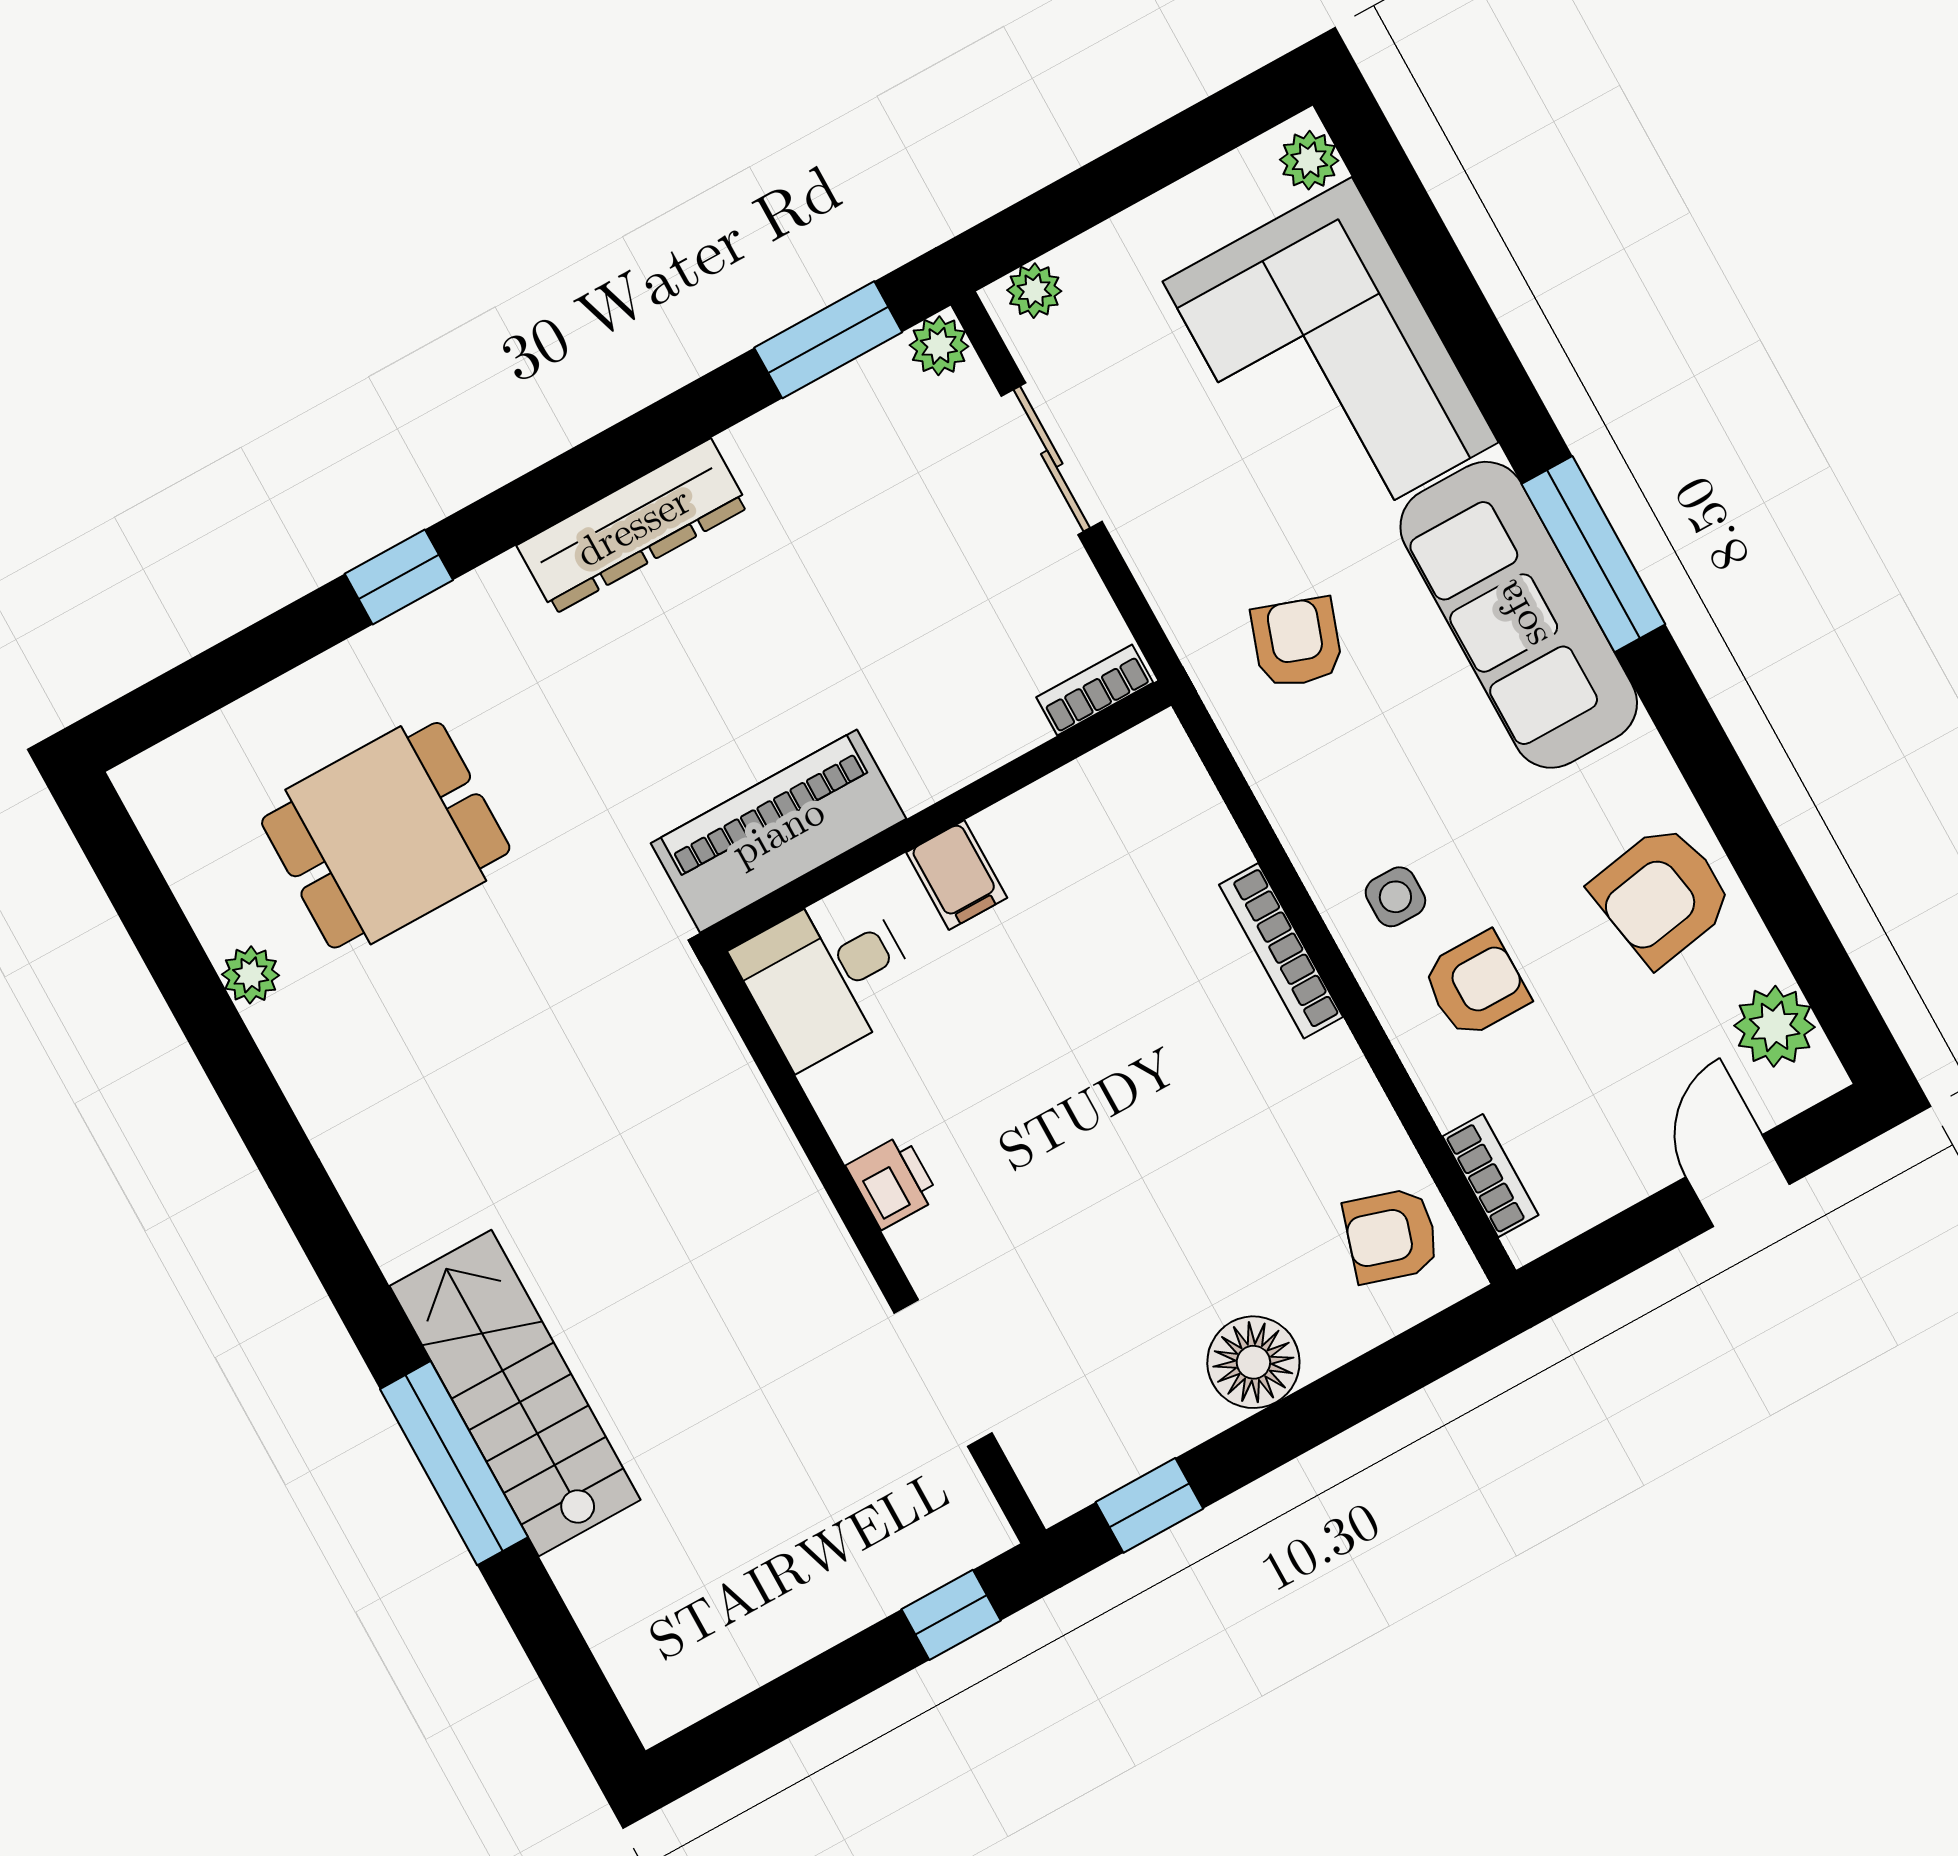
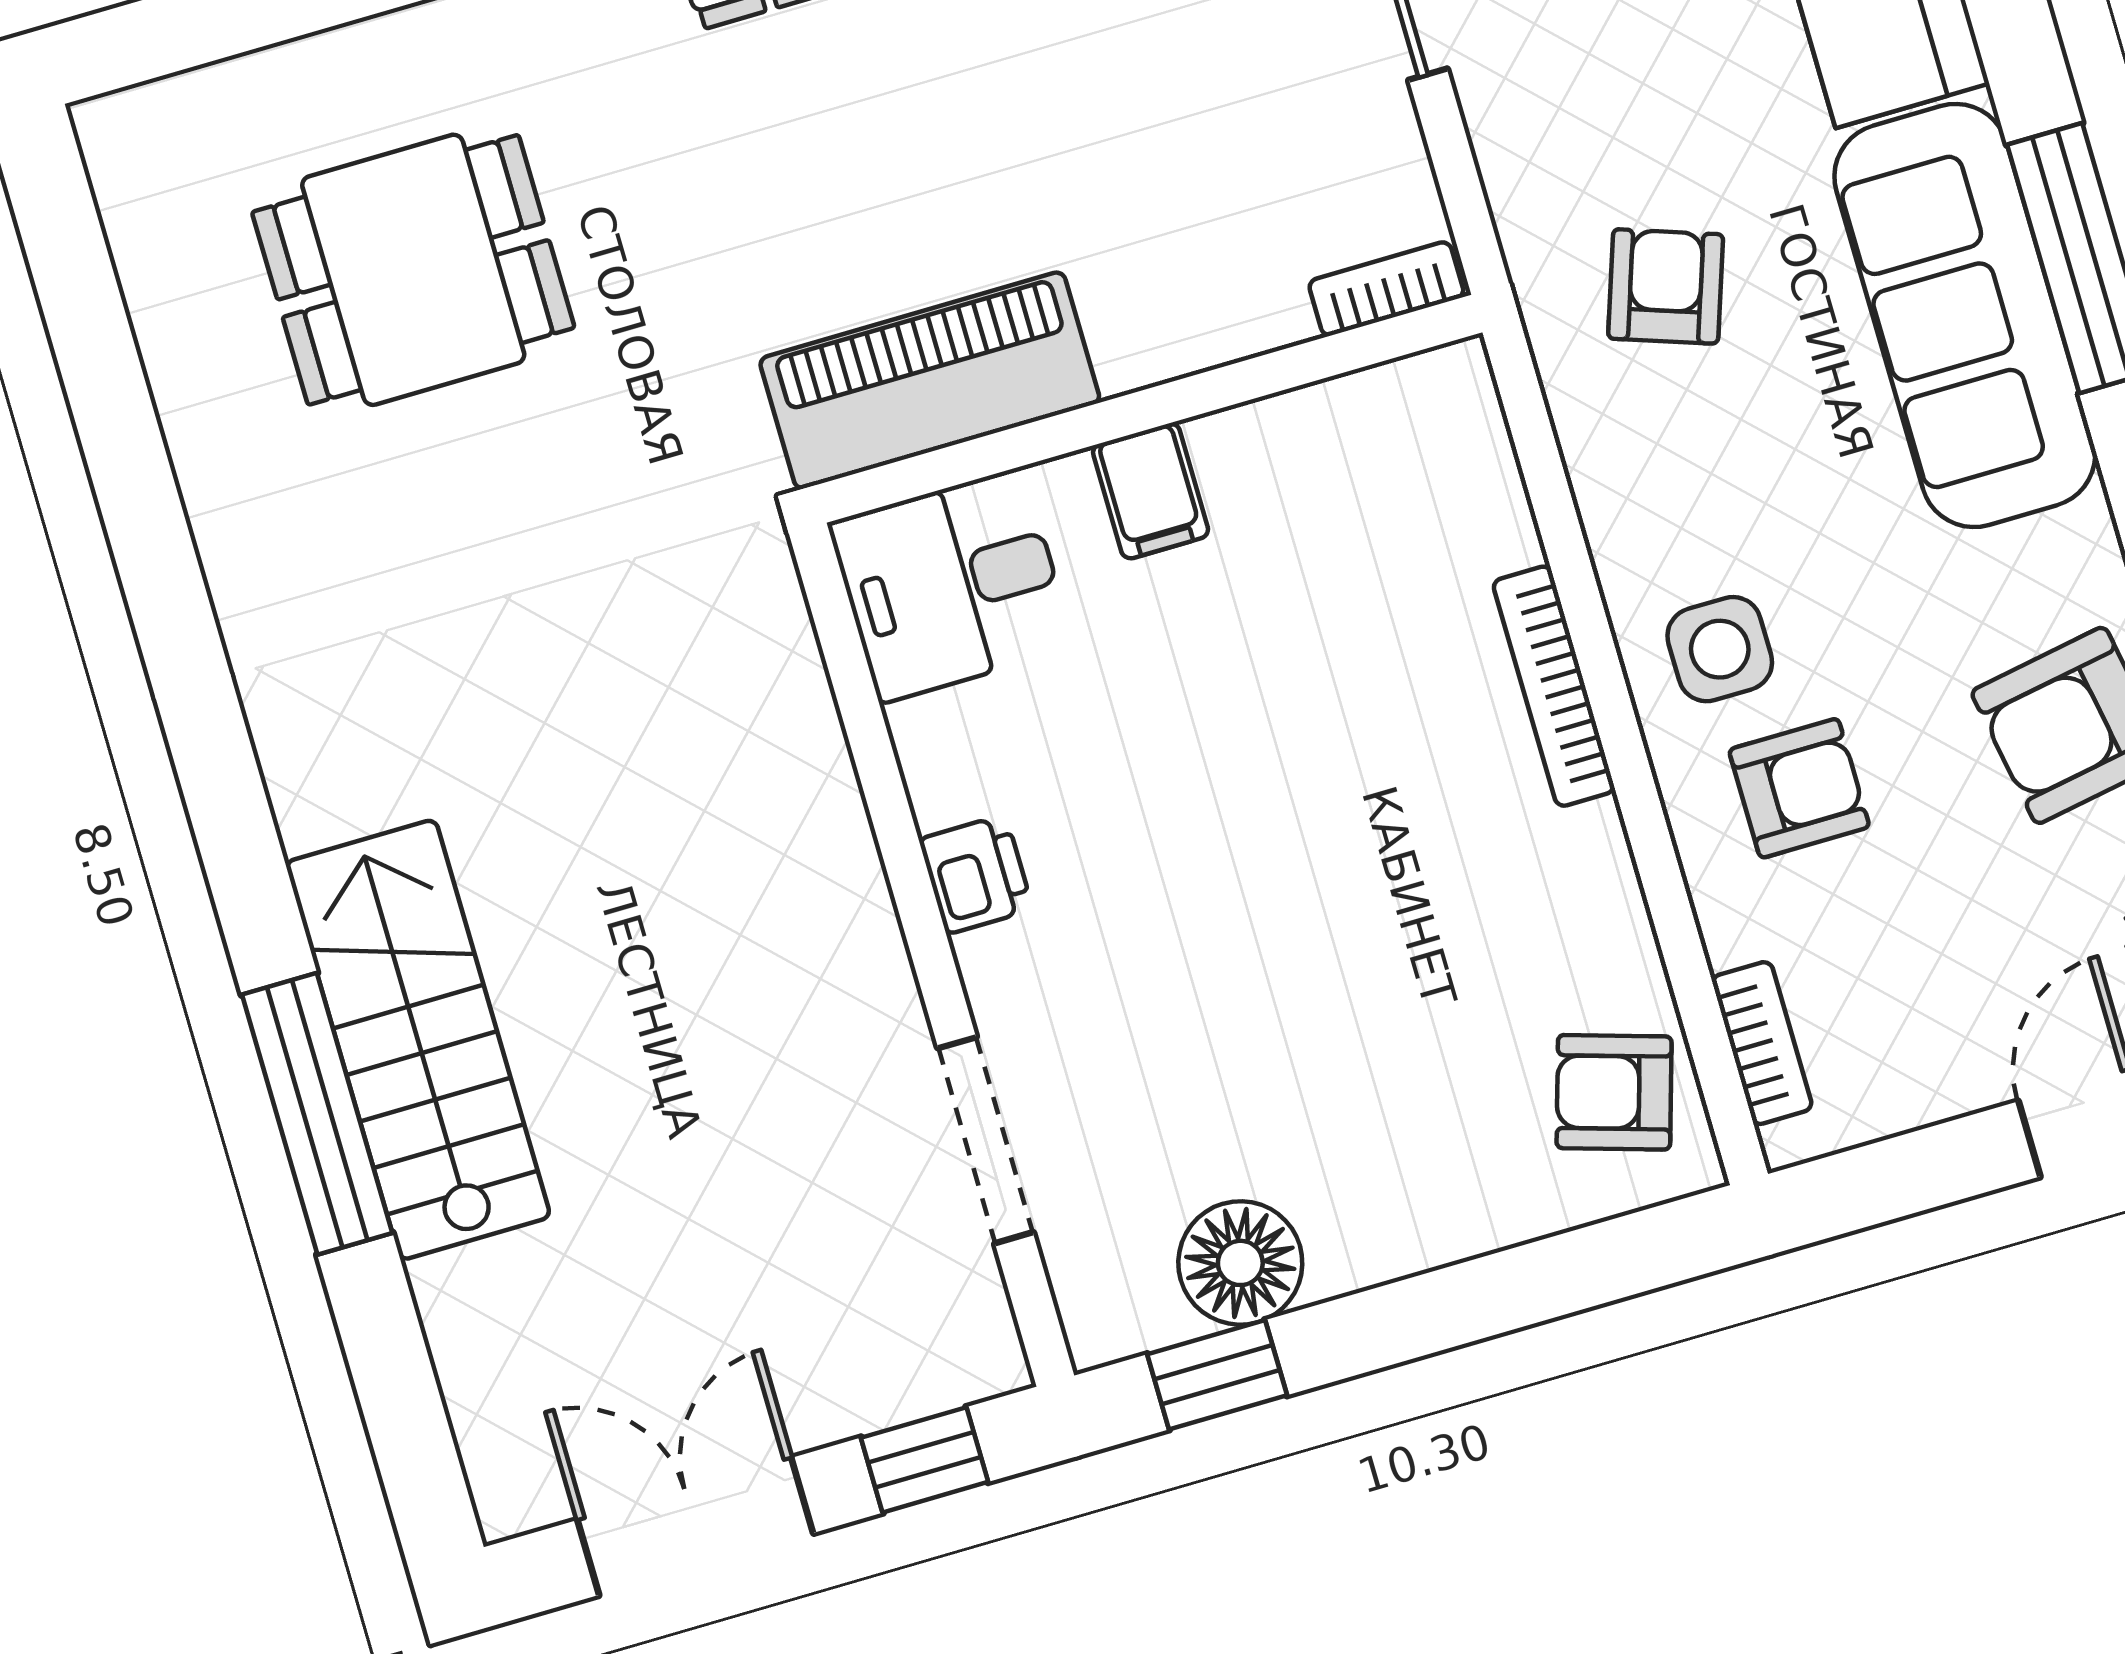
side table: (1395, 897) -> (1720, 649), width x1.37, depth x1.37
plant: (251, 975) -> (195, 413), removed
floor lamp: (1253, 1362) -> (1240, 1263), moved
double door: (796, 1701) -> (695, 1526), added

